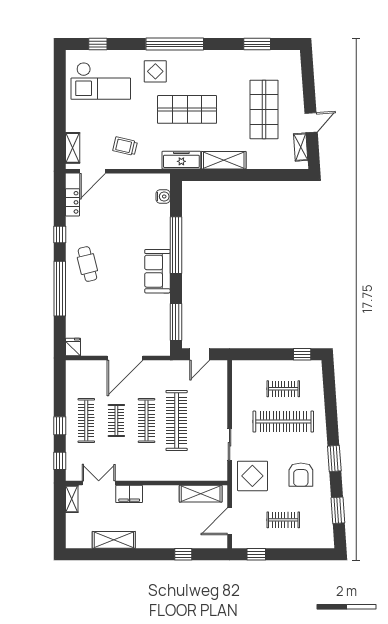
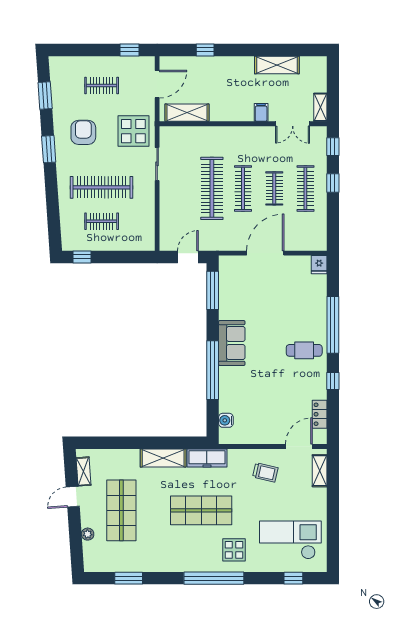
plant: (297, 87) -> (88, 534), added
cafe table: (87, 264) -> (304, 350), turned -76
filing cabinet: (129, 494) -> (261, 112), width x0.50

